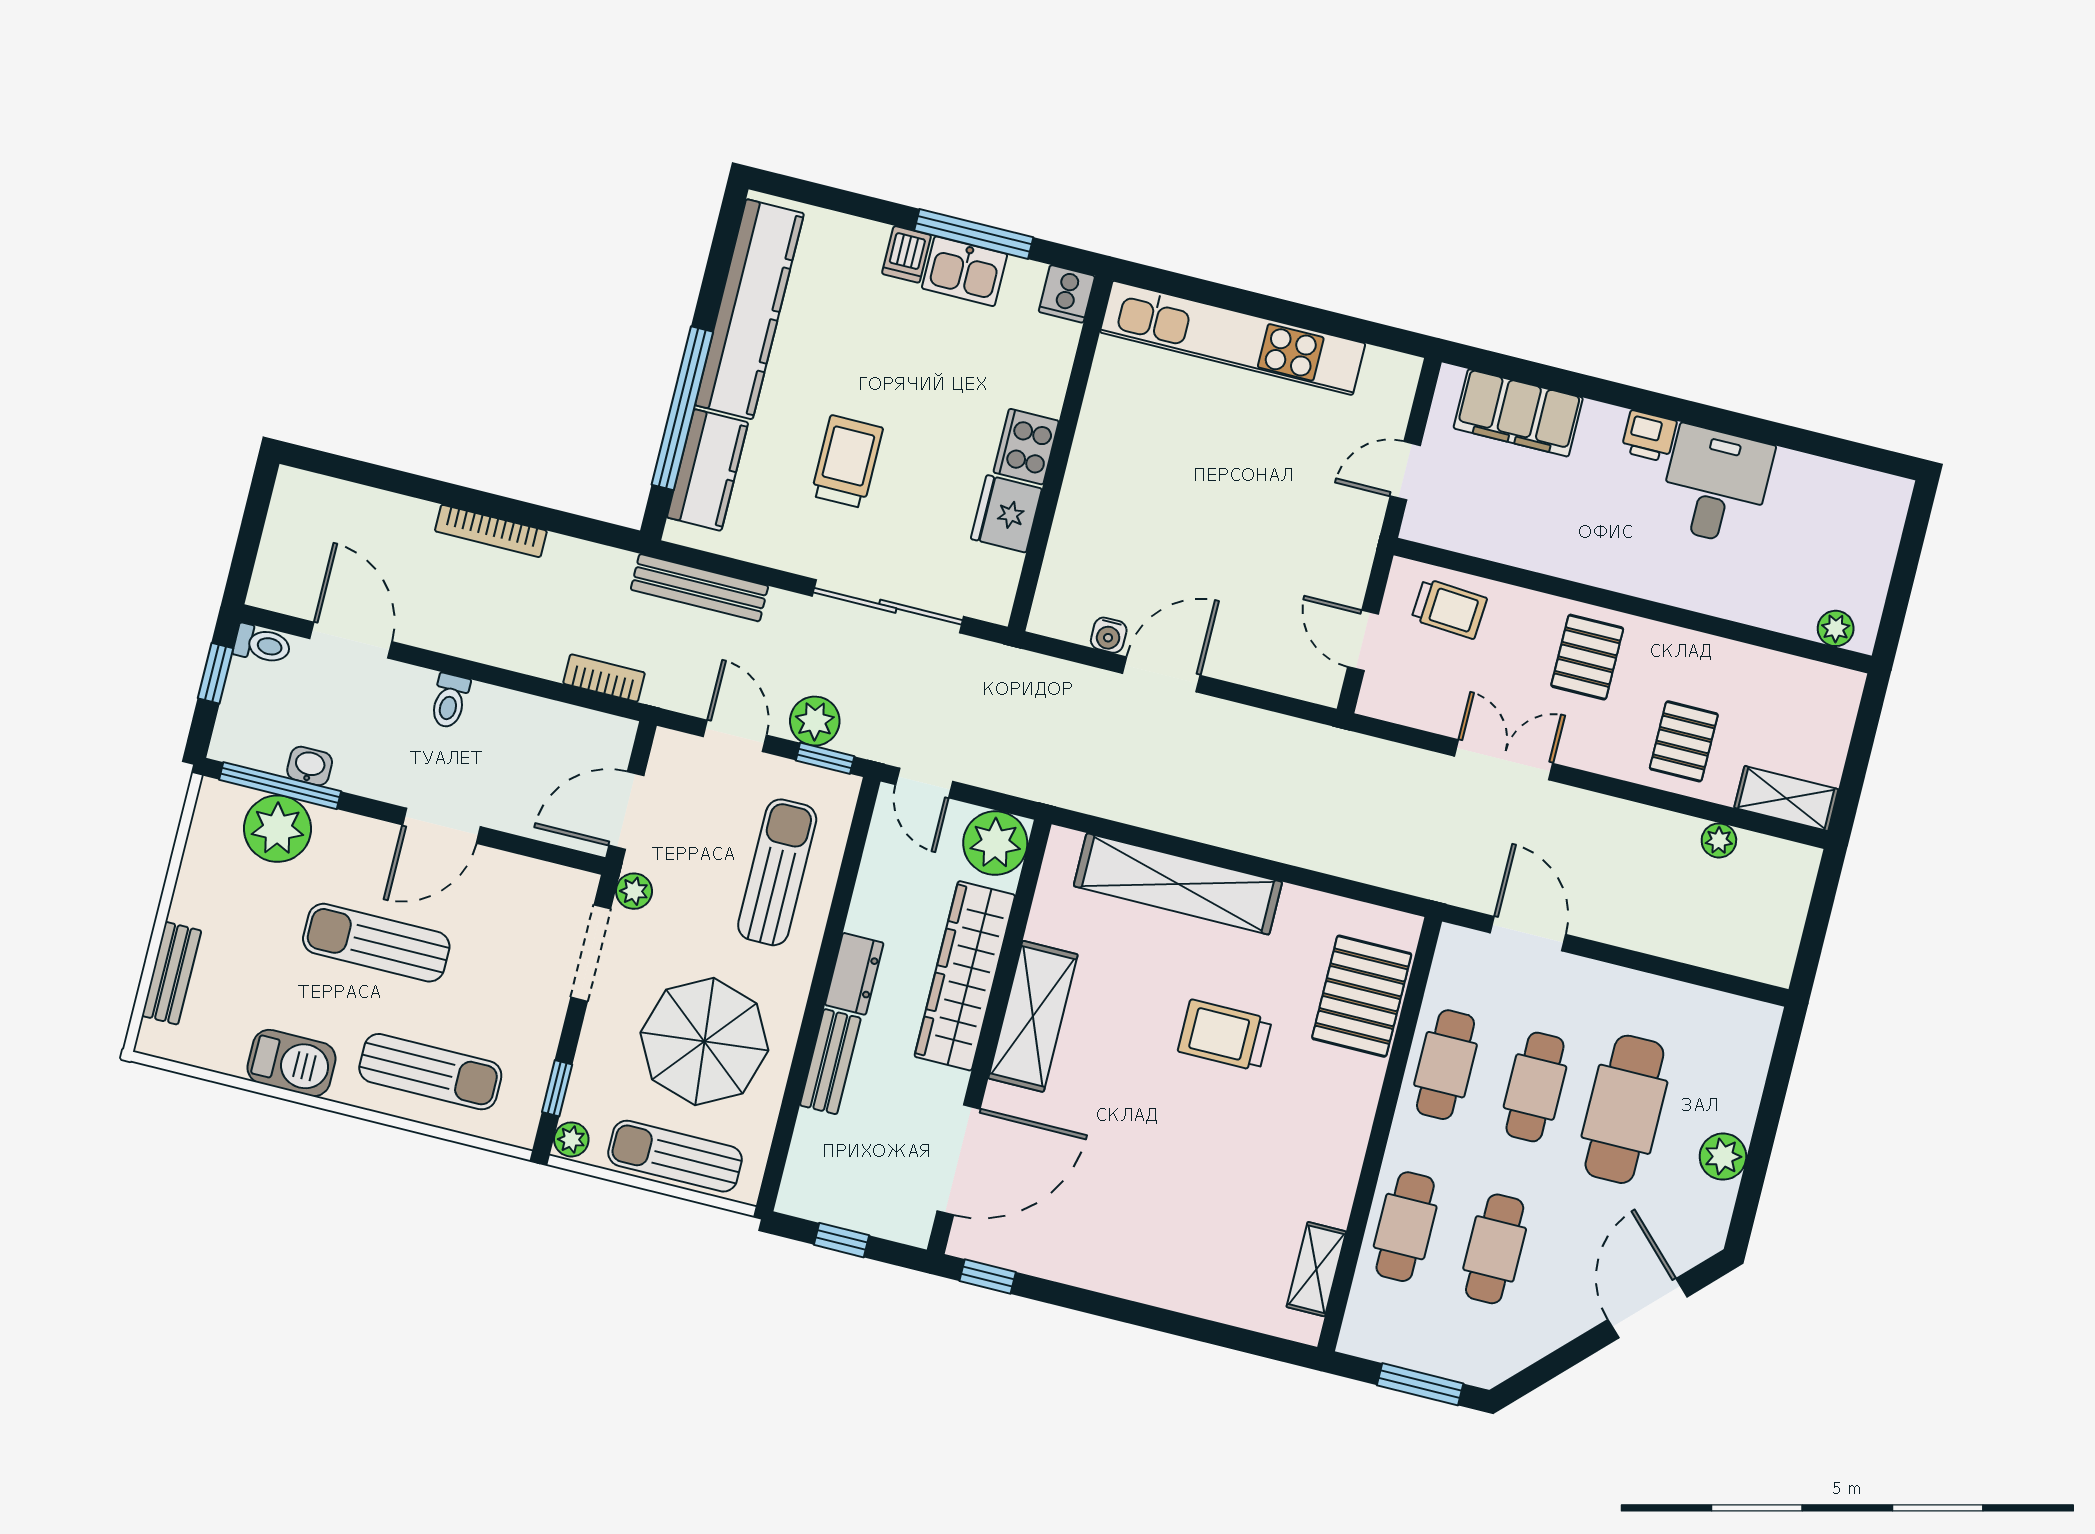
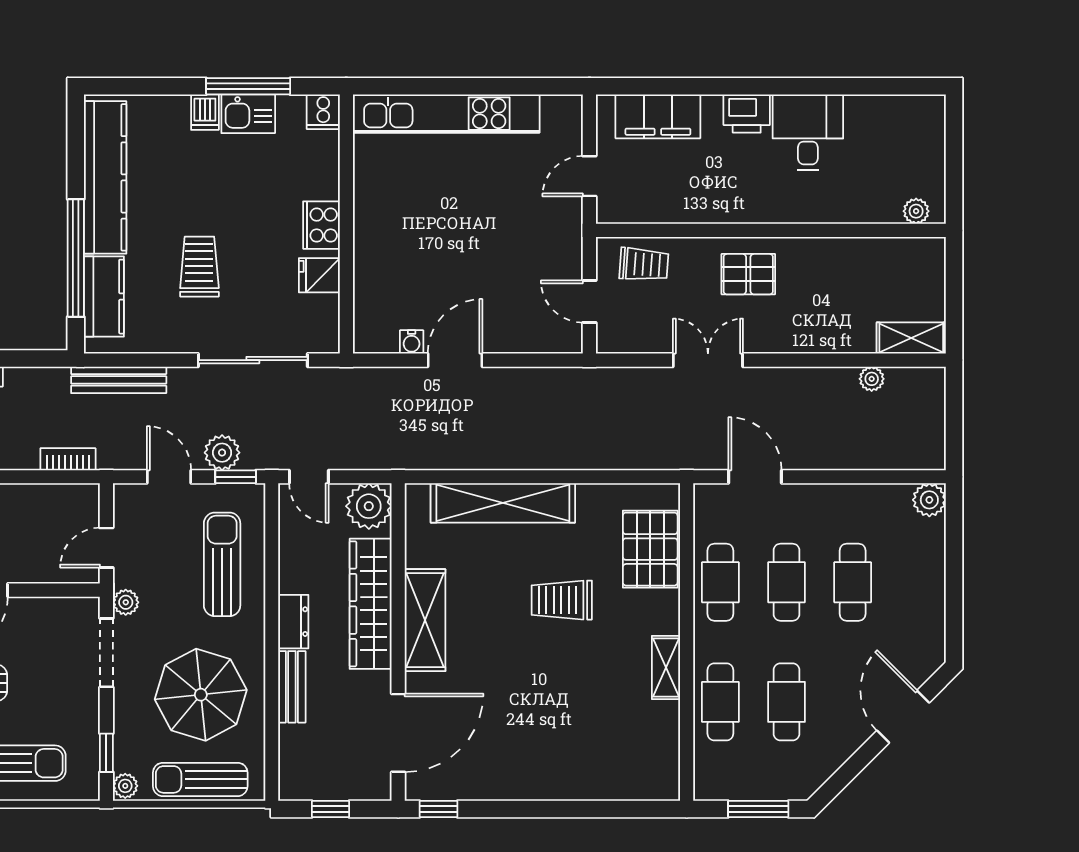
printer: (1649, 436) -> (747, 113), width x1.36, depth x1.24
fridge: (1006, 514) -> (319, 275), width x0.72
pallet: (1587, 657) -> (748, 274), turned 90
pallet: (1684, 741) -> (830, 316), removed
door: (626, 811) -> (106, 548), width x0.73
cafe table: (1624, 1109) -> (853, 582), width x0.73, depth x0.74
plant: (1723, 1157) -> (929, 500), moved
shelving: (1316, 1269) -> (666, 668), moved

